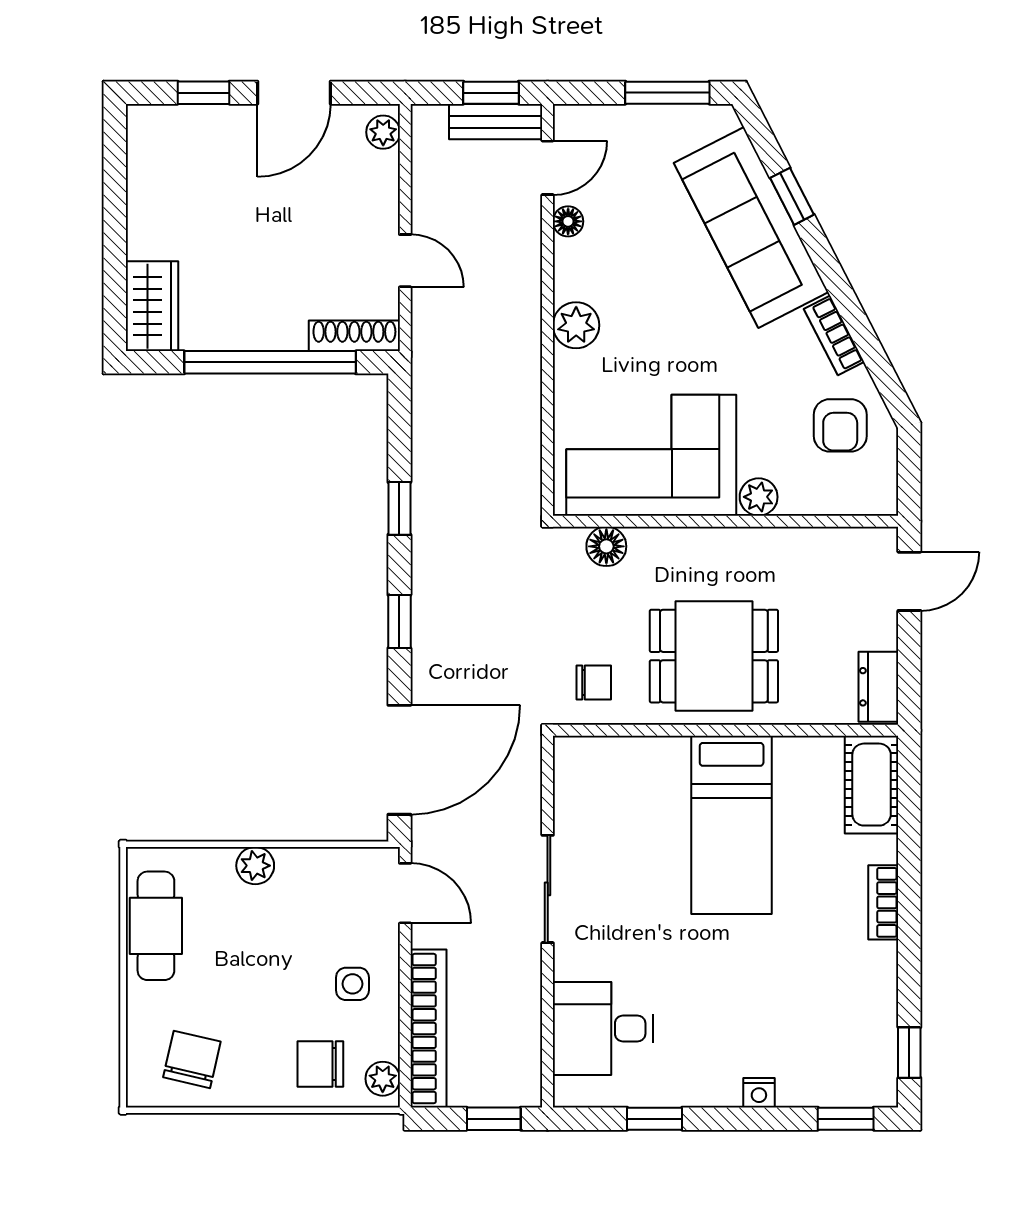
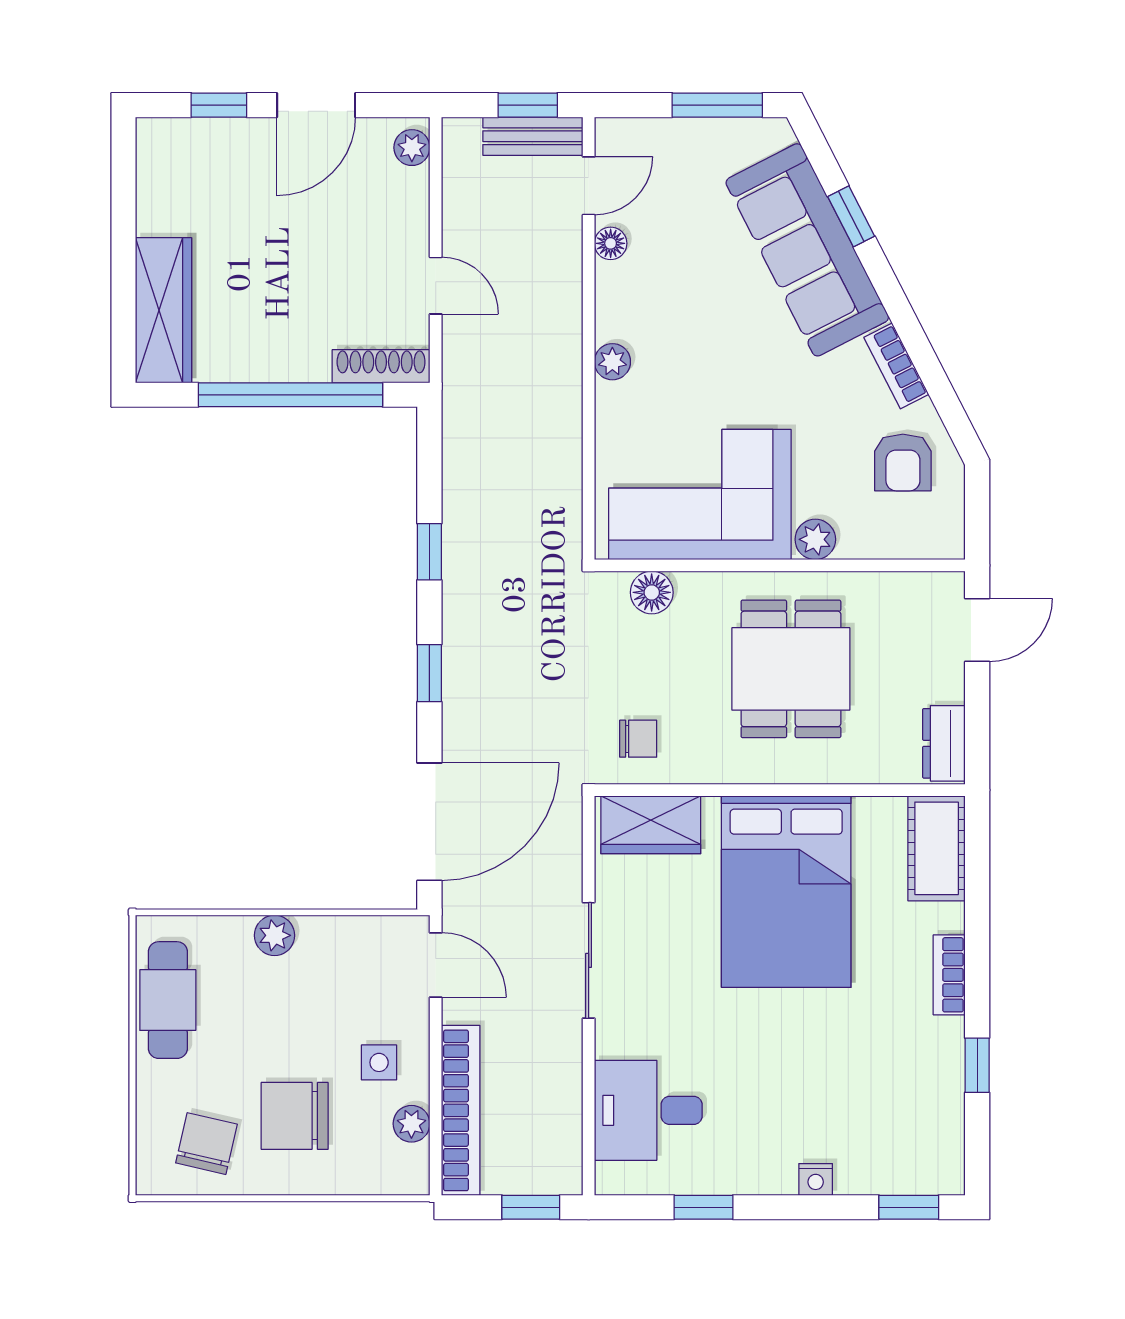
wardrobe: (152, 306) -> (164, 310), width x1.50
plant: (576, 325) -> (612, 362), width x0.73, depth x0.73
dining table: (714, 656) -> (791, 669), moved, turned 90
wardrobe: (605, 763) -> (651, 825), added
bed: (732, 825) -> (786, 892), width x1.50
window: (909, 1053) -> (977, 1065), moved
chair: (320, 1064) -> (295, 1116), moved, width x1.37, depth x1.37
plant: (383, 1079) -> (411, 1124), moved

